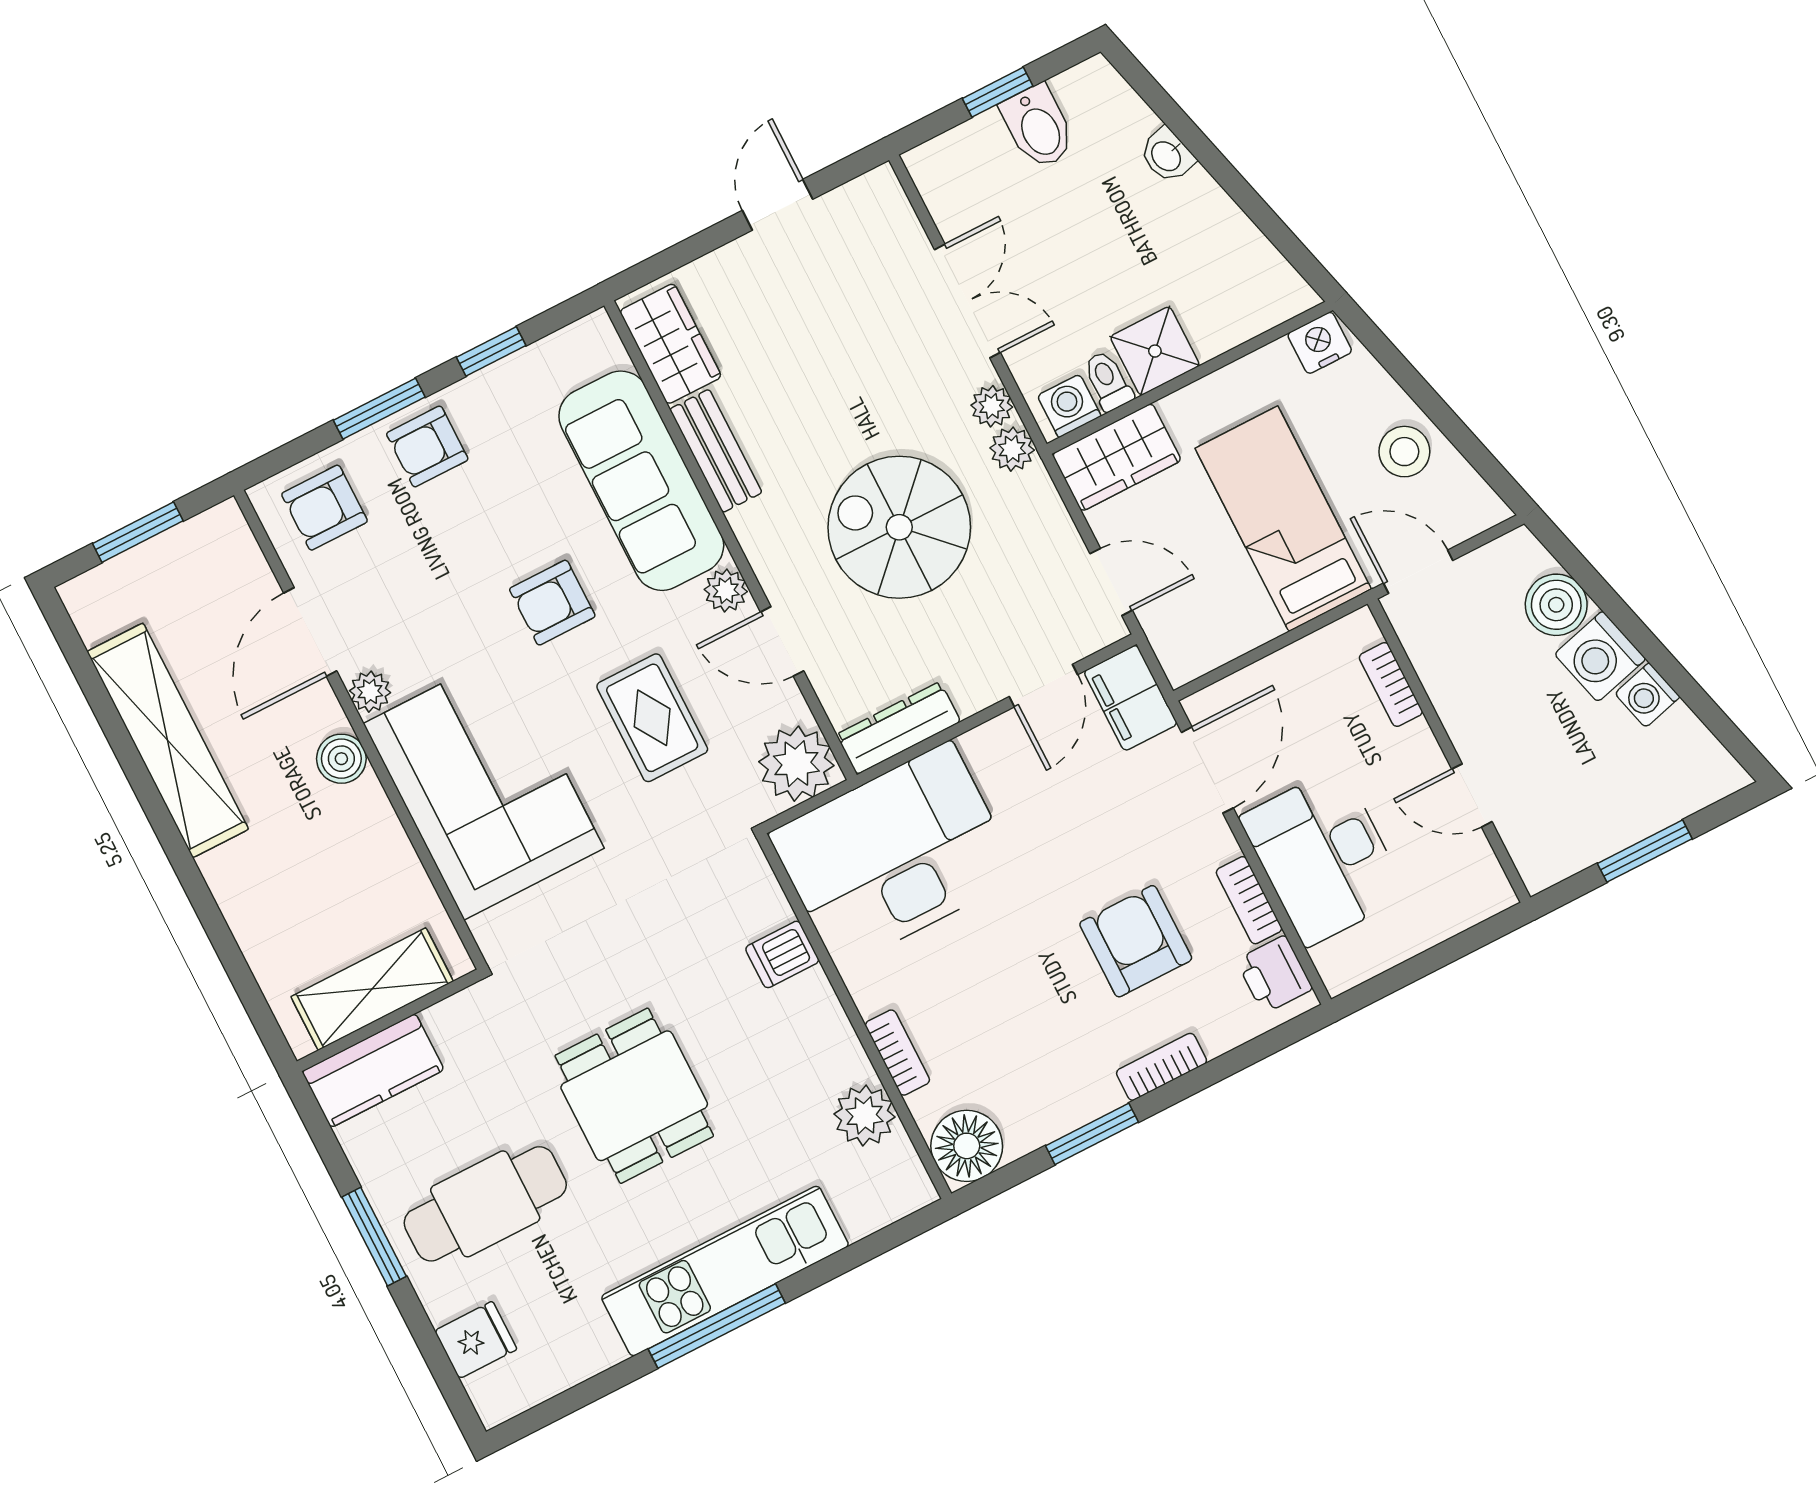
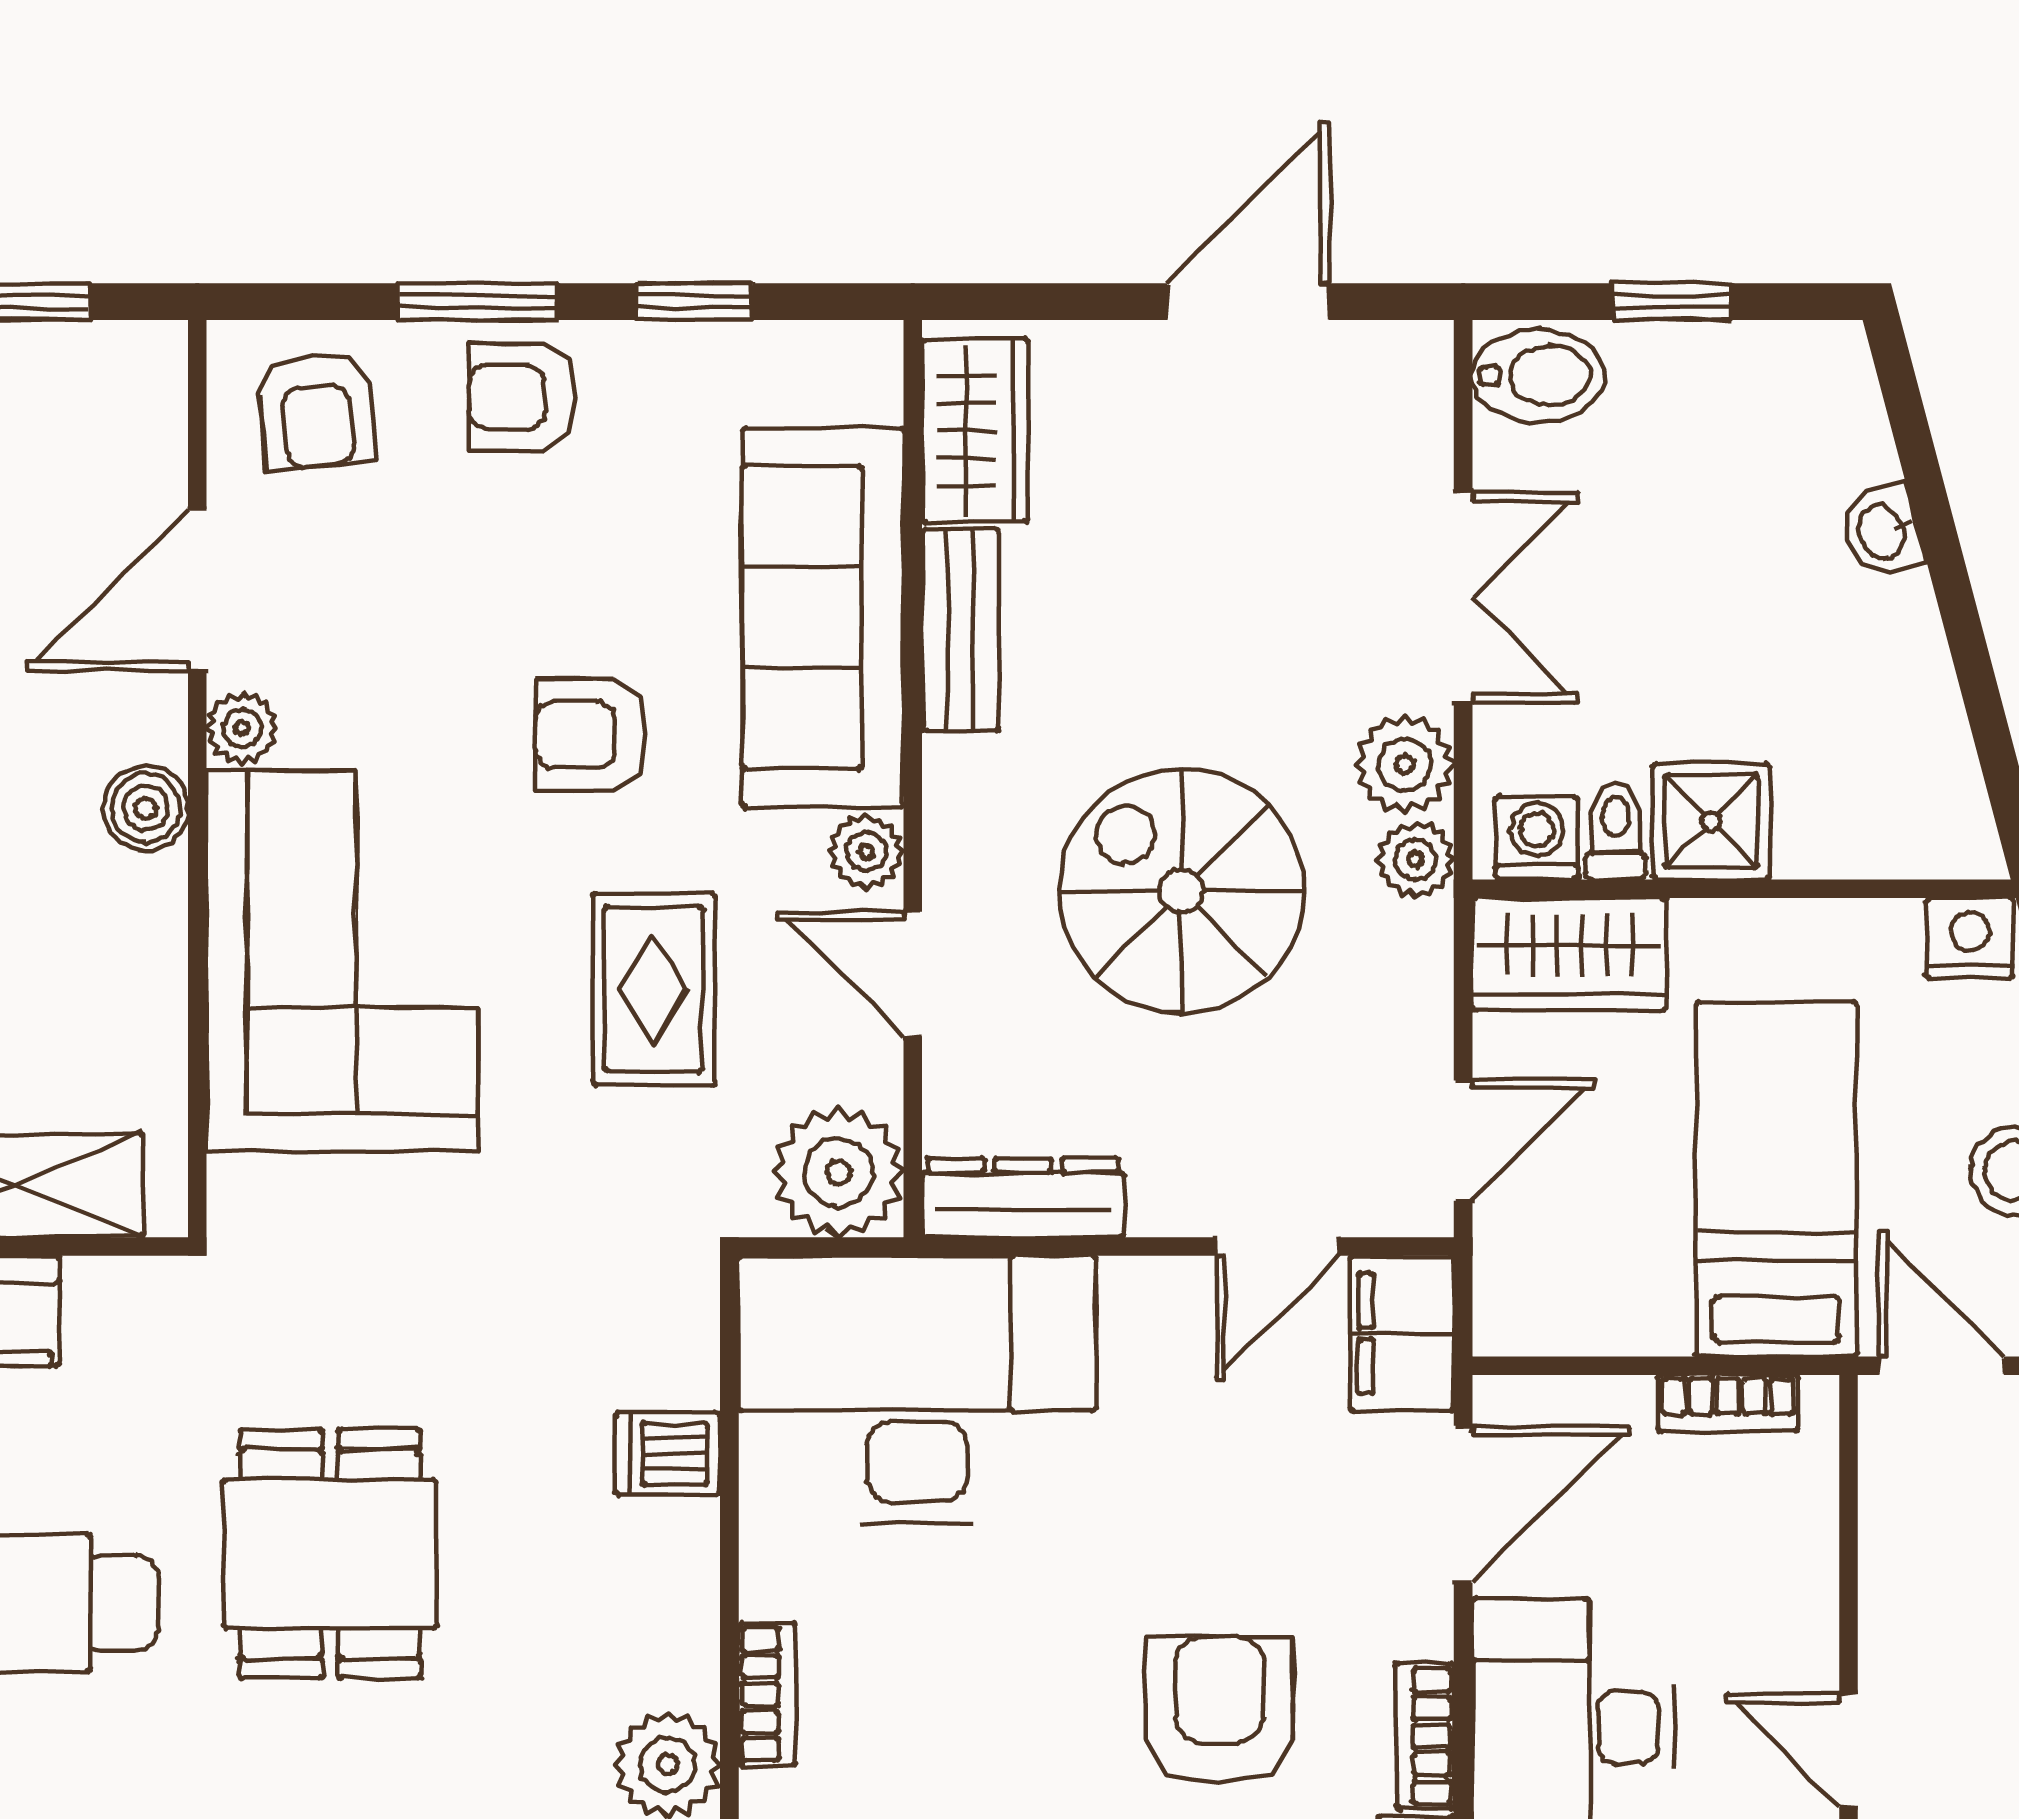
bidet: (1038, 127) -> (1539, 376), moved, turned -90
door: (778, 205) -> (1248, 302), width x1.38
plant: (992, 406) -> (1405, 764), width x1.38, depth x1.38
armchair: (324, 508) -> (317, 410), turned -96
door: (1111, 582) -> (1463, 1141), hinge flipped
bookcase: (1391, 684) -> (1728, 1403), moved, turned -90

